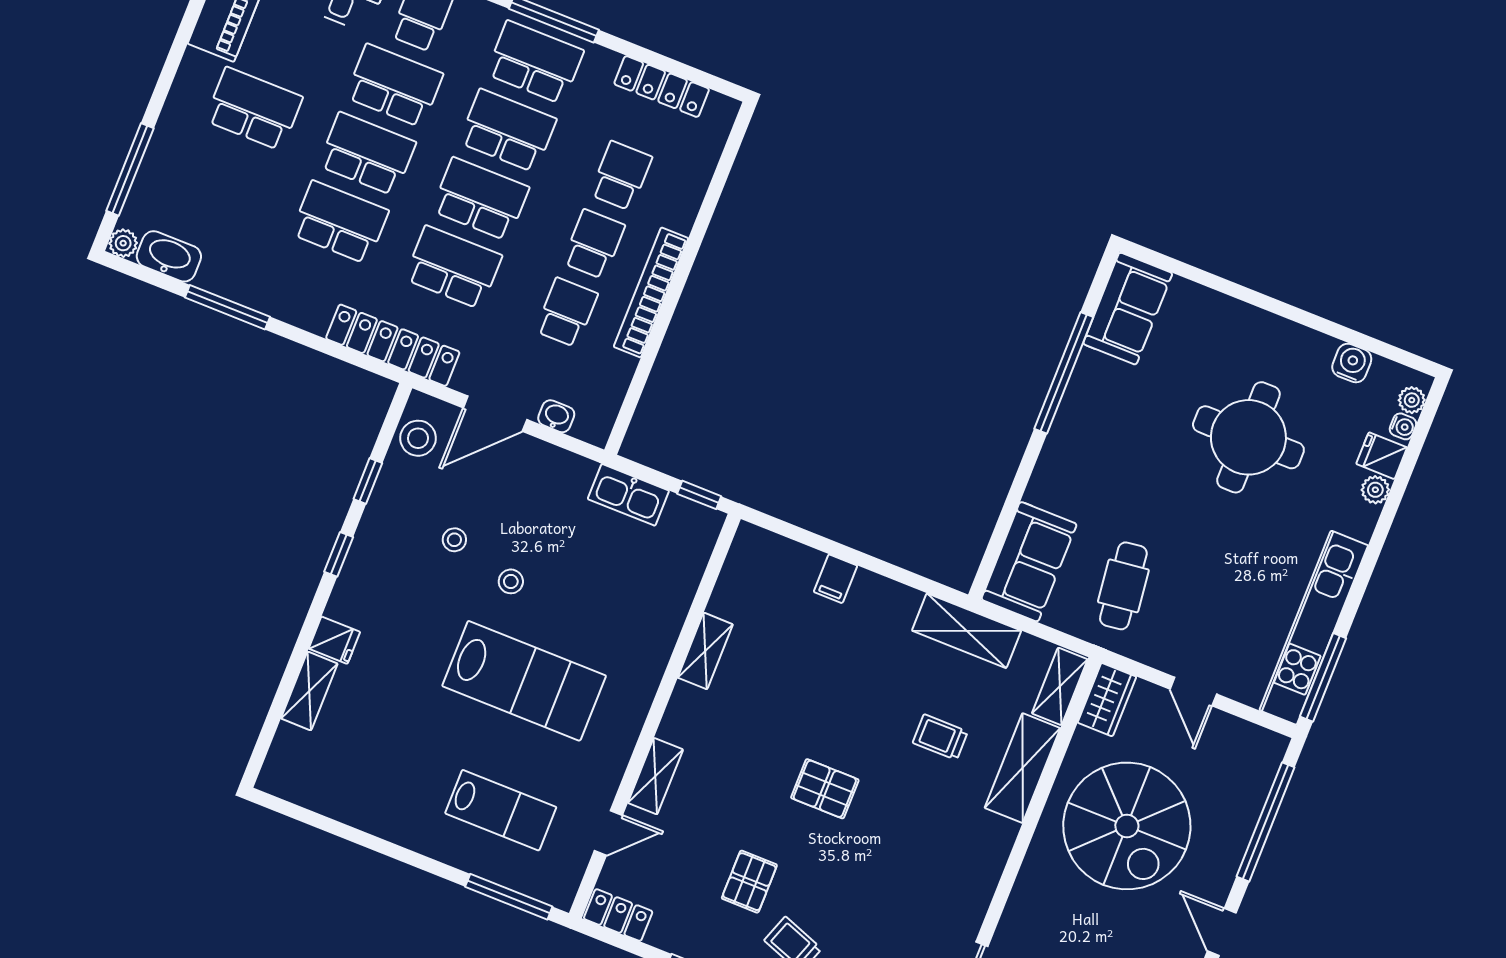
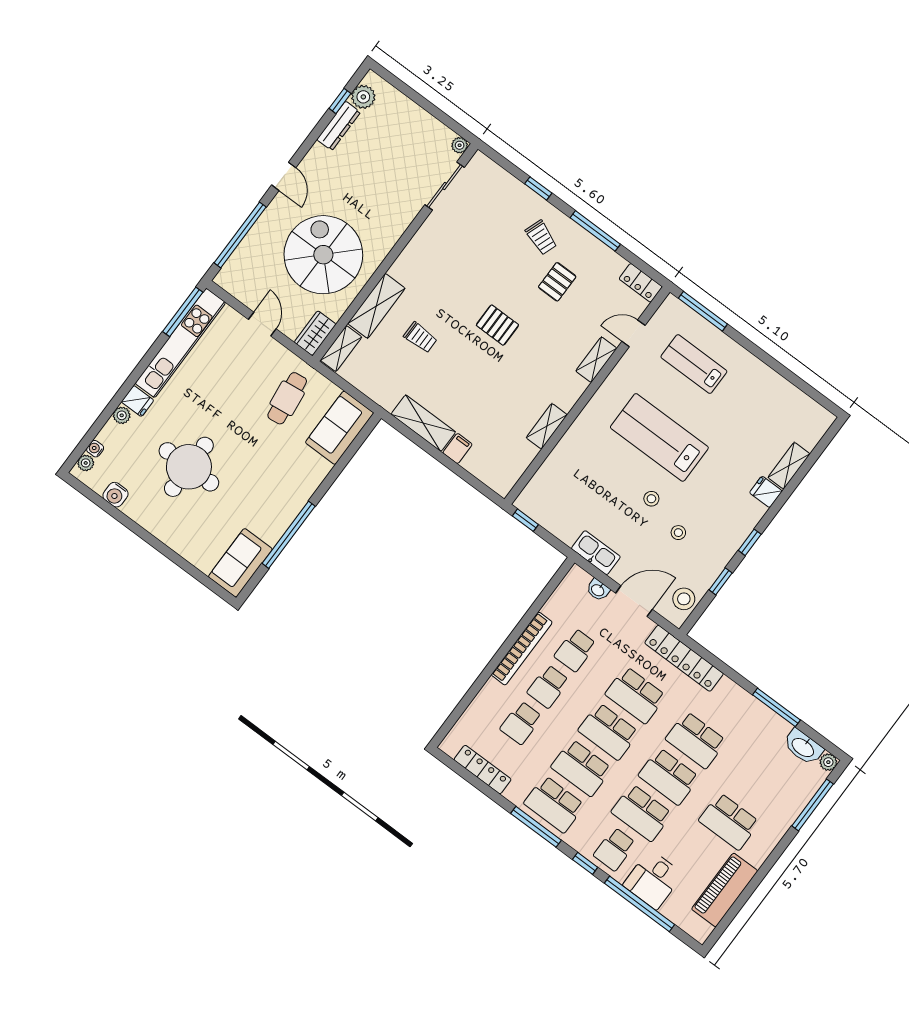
fridge: (1382, 456) -> (138, 401), moved
kitchen sink: (628, 495) -> (596, 553), moved
shelving: (967, 631) -> (423, 423), moved

